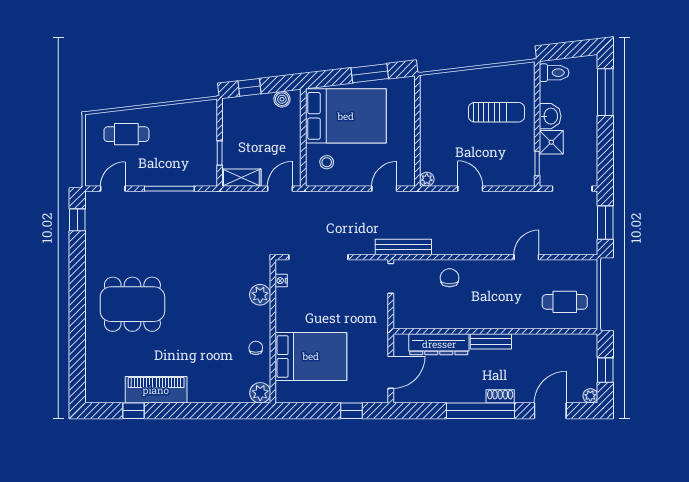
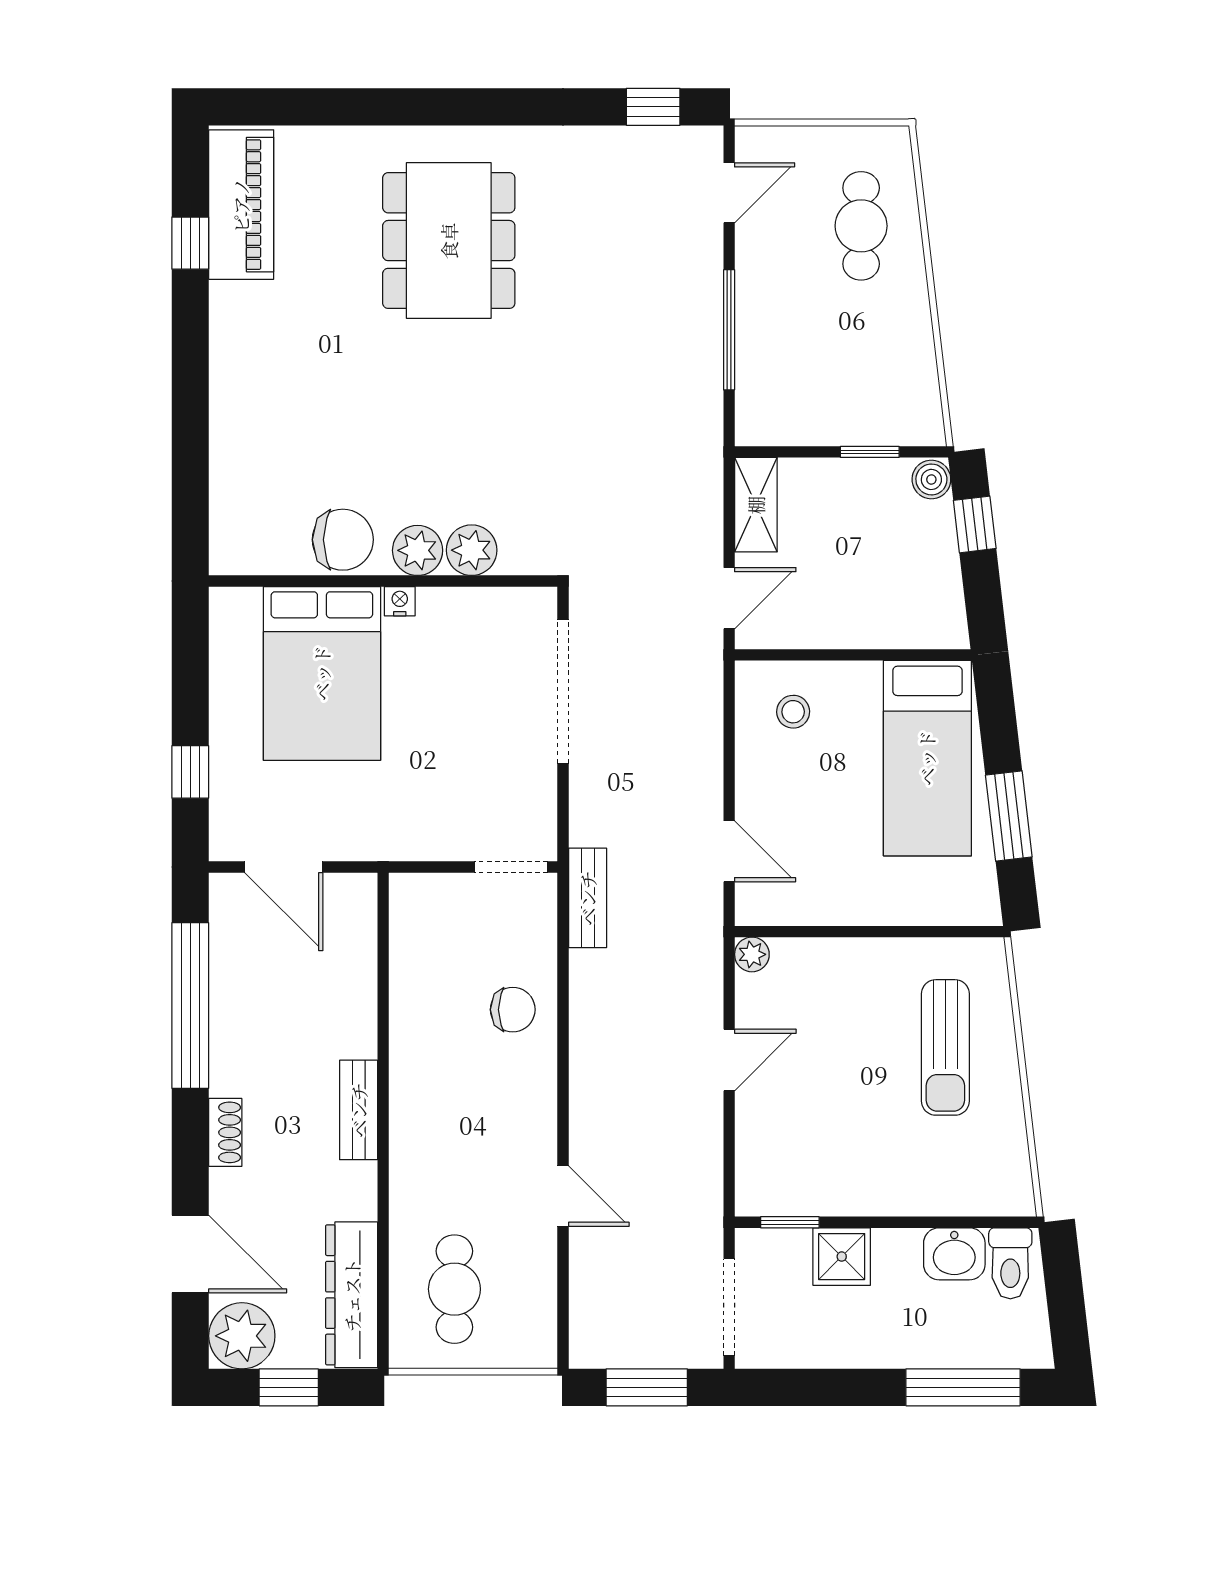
boiler: (282, 99) -> (931, 479), moved
sun lounger: (496, 112) -> (945, 1047), moved
bed: (346, 116) -> (927, 758), width x0.67
washbasin: (550, 116) -> (954, 1254), moved
window: (220, 153) -> (870, 452), moved
door: (113, 189) -> (729, 193), hinge flipped
door: (280, 189) -> (729, 598), hinge flipped
bench: (403, 247) -> (588, 898), width x0.73
nightstand: (281, 281) -> (400, 601), moved
dresser: (439, 344) -> (352, 1295), moved
chair: (256, 348) -> (343, 540), width x1.87, depth x1.87
piano: (156, 390) -> (241, 205), moved
plant: (260, 393) -> (418, 550), moved
plant: (590, 396) -> (242, 1336), width x1.87, depth x1.87
window: (480, 411) -> (190, 1005), moved

